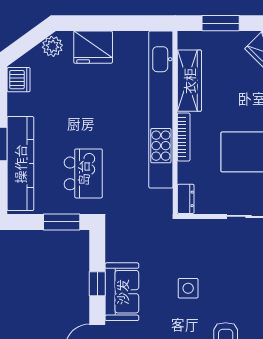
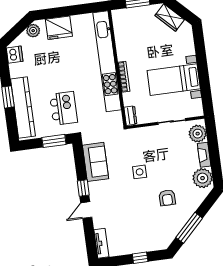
wardrobe: (189, 81) -> (123, 41), removed
window: (97, 284) -> (83, 188), moved
sofa: (122, 292) -> (96, 162), moved

